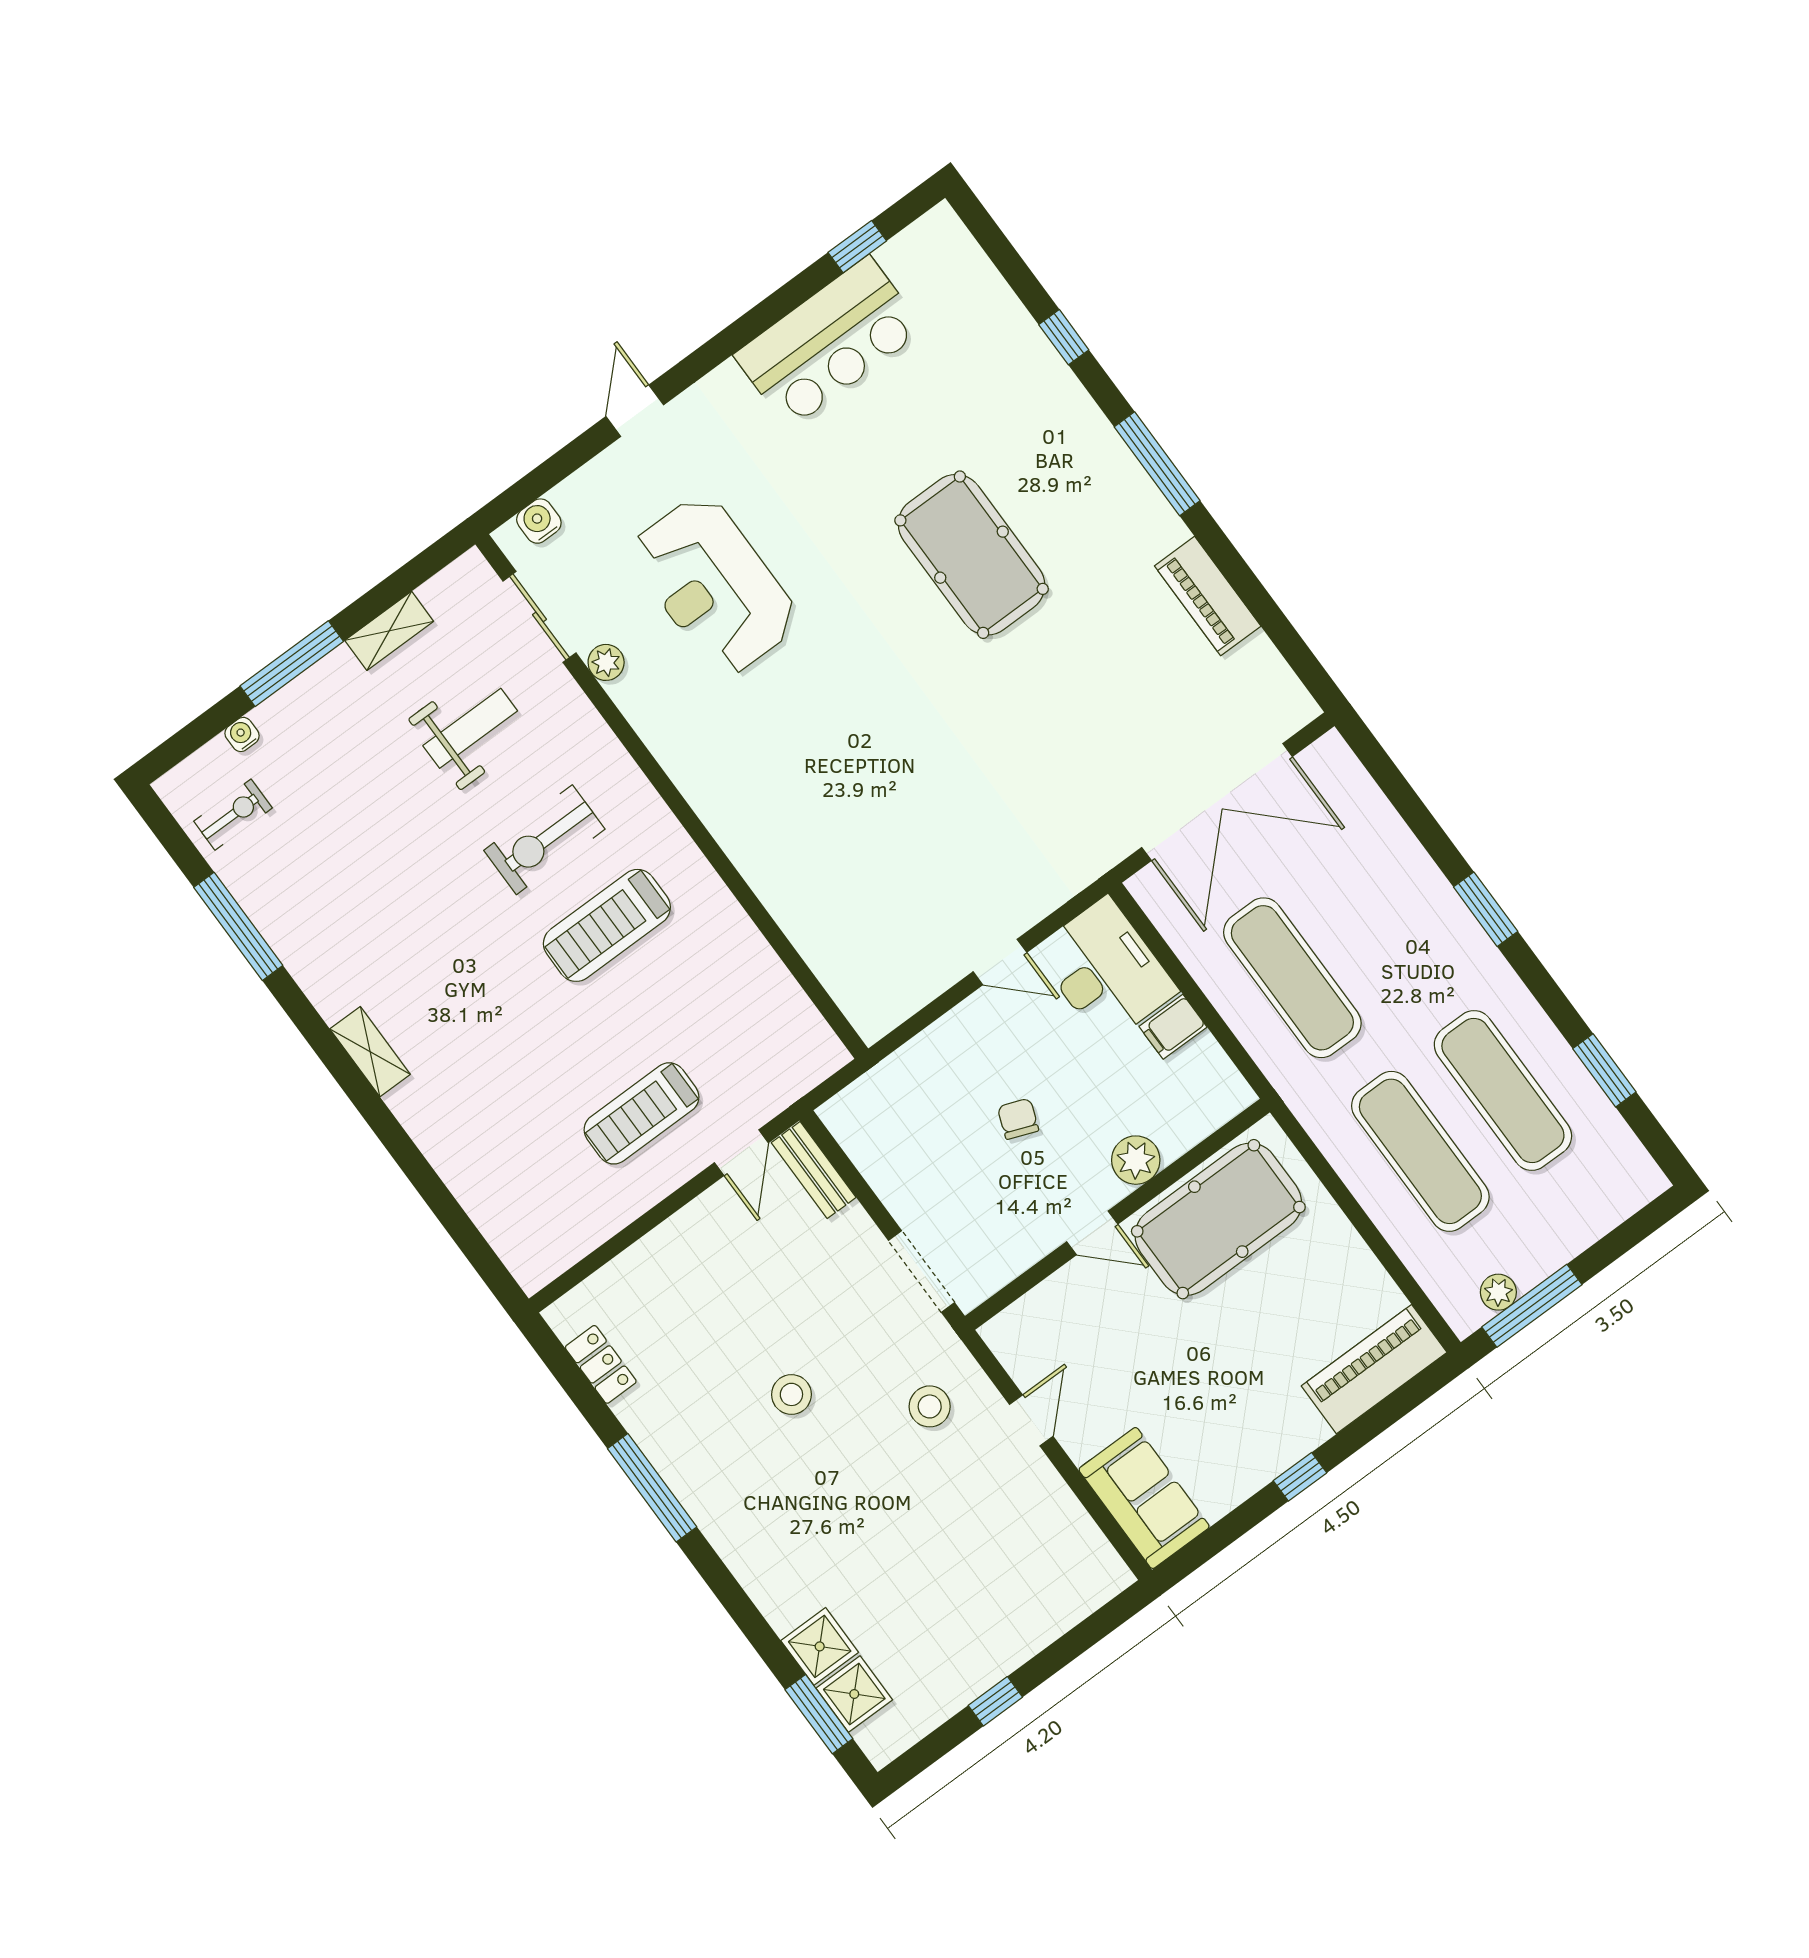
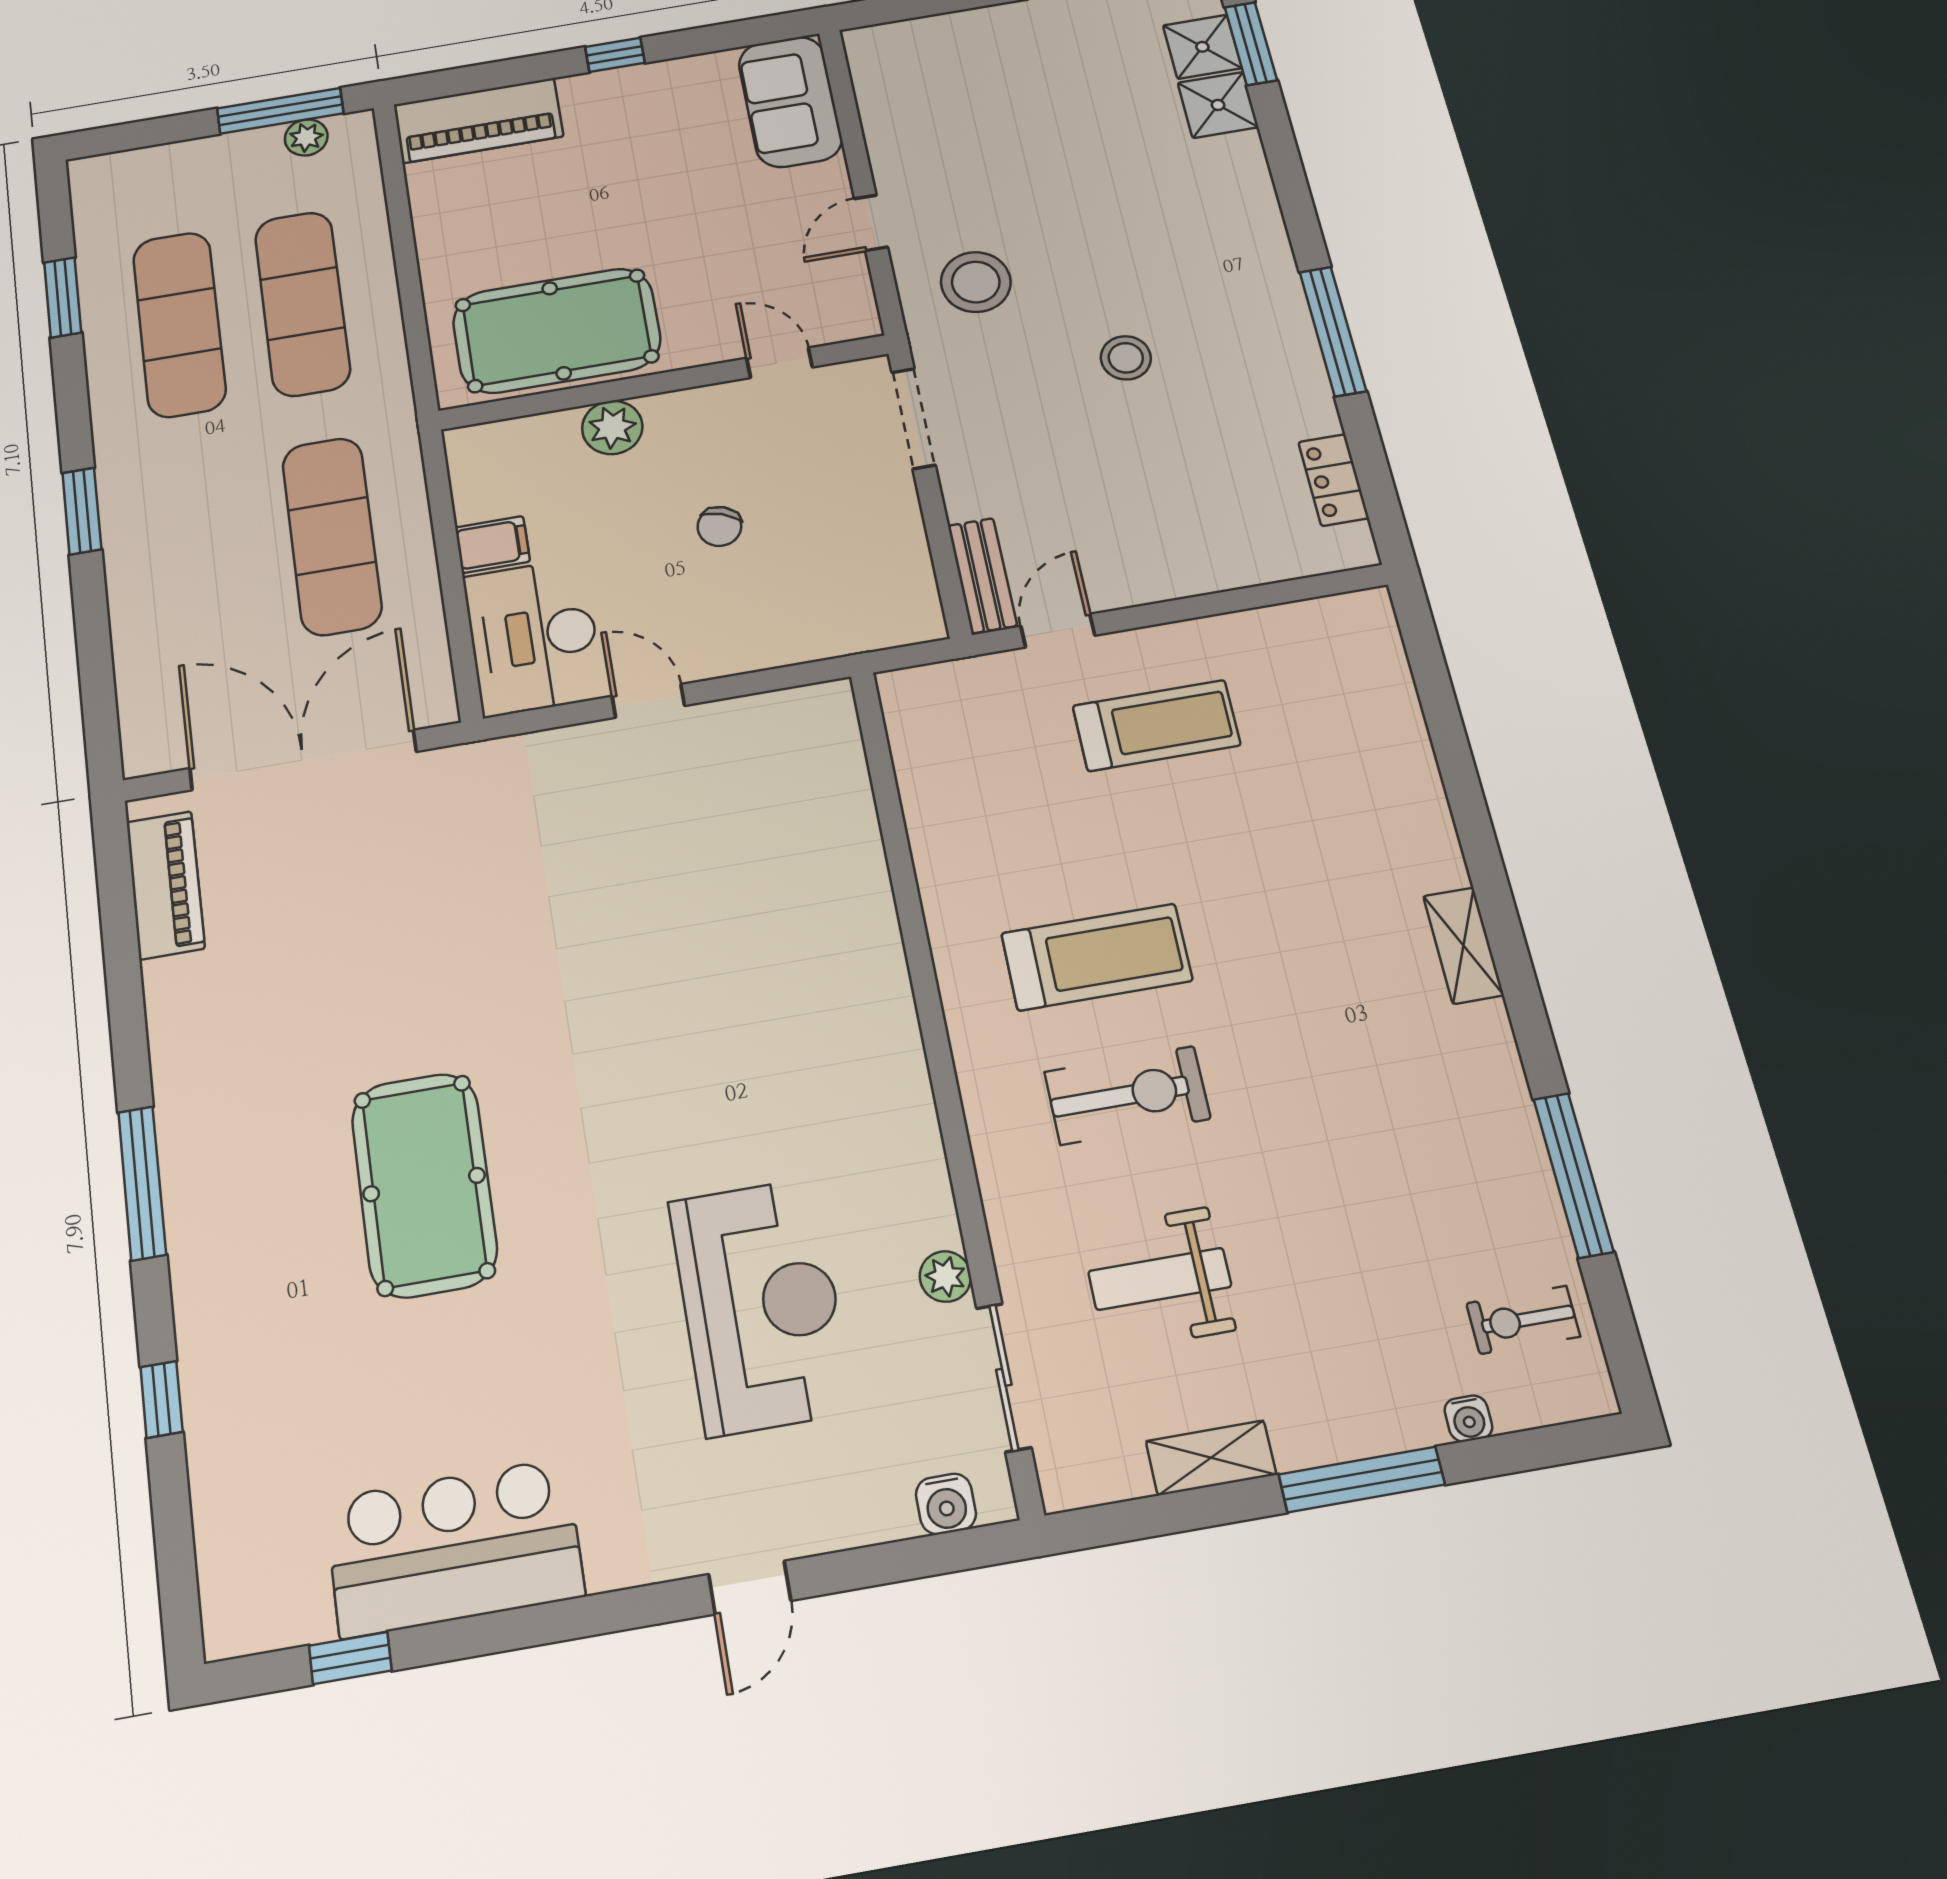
piano: (1208, 596) -> (165, 885), moved
door: (1092, 1233) -> (779, 363), moved
stool: (930, 1406) -> (976, 282), width x1.38, depth x1.38

